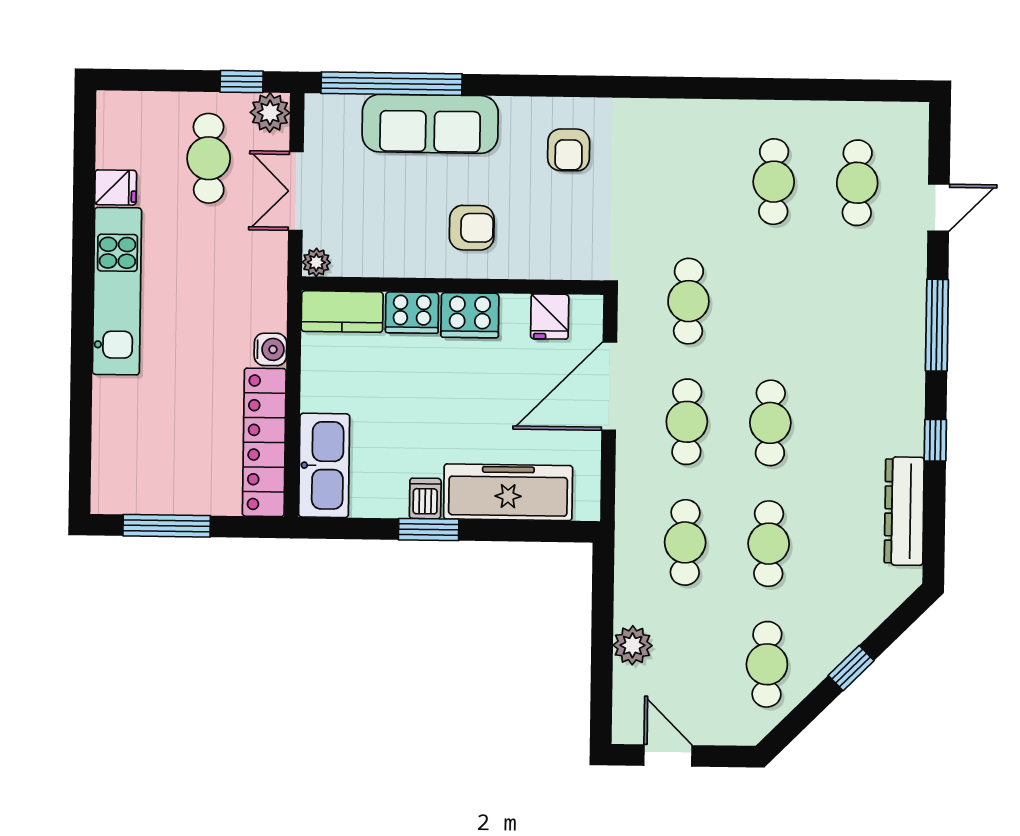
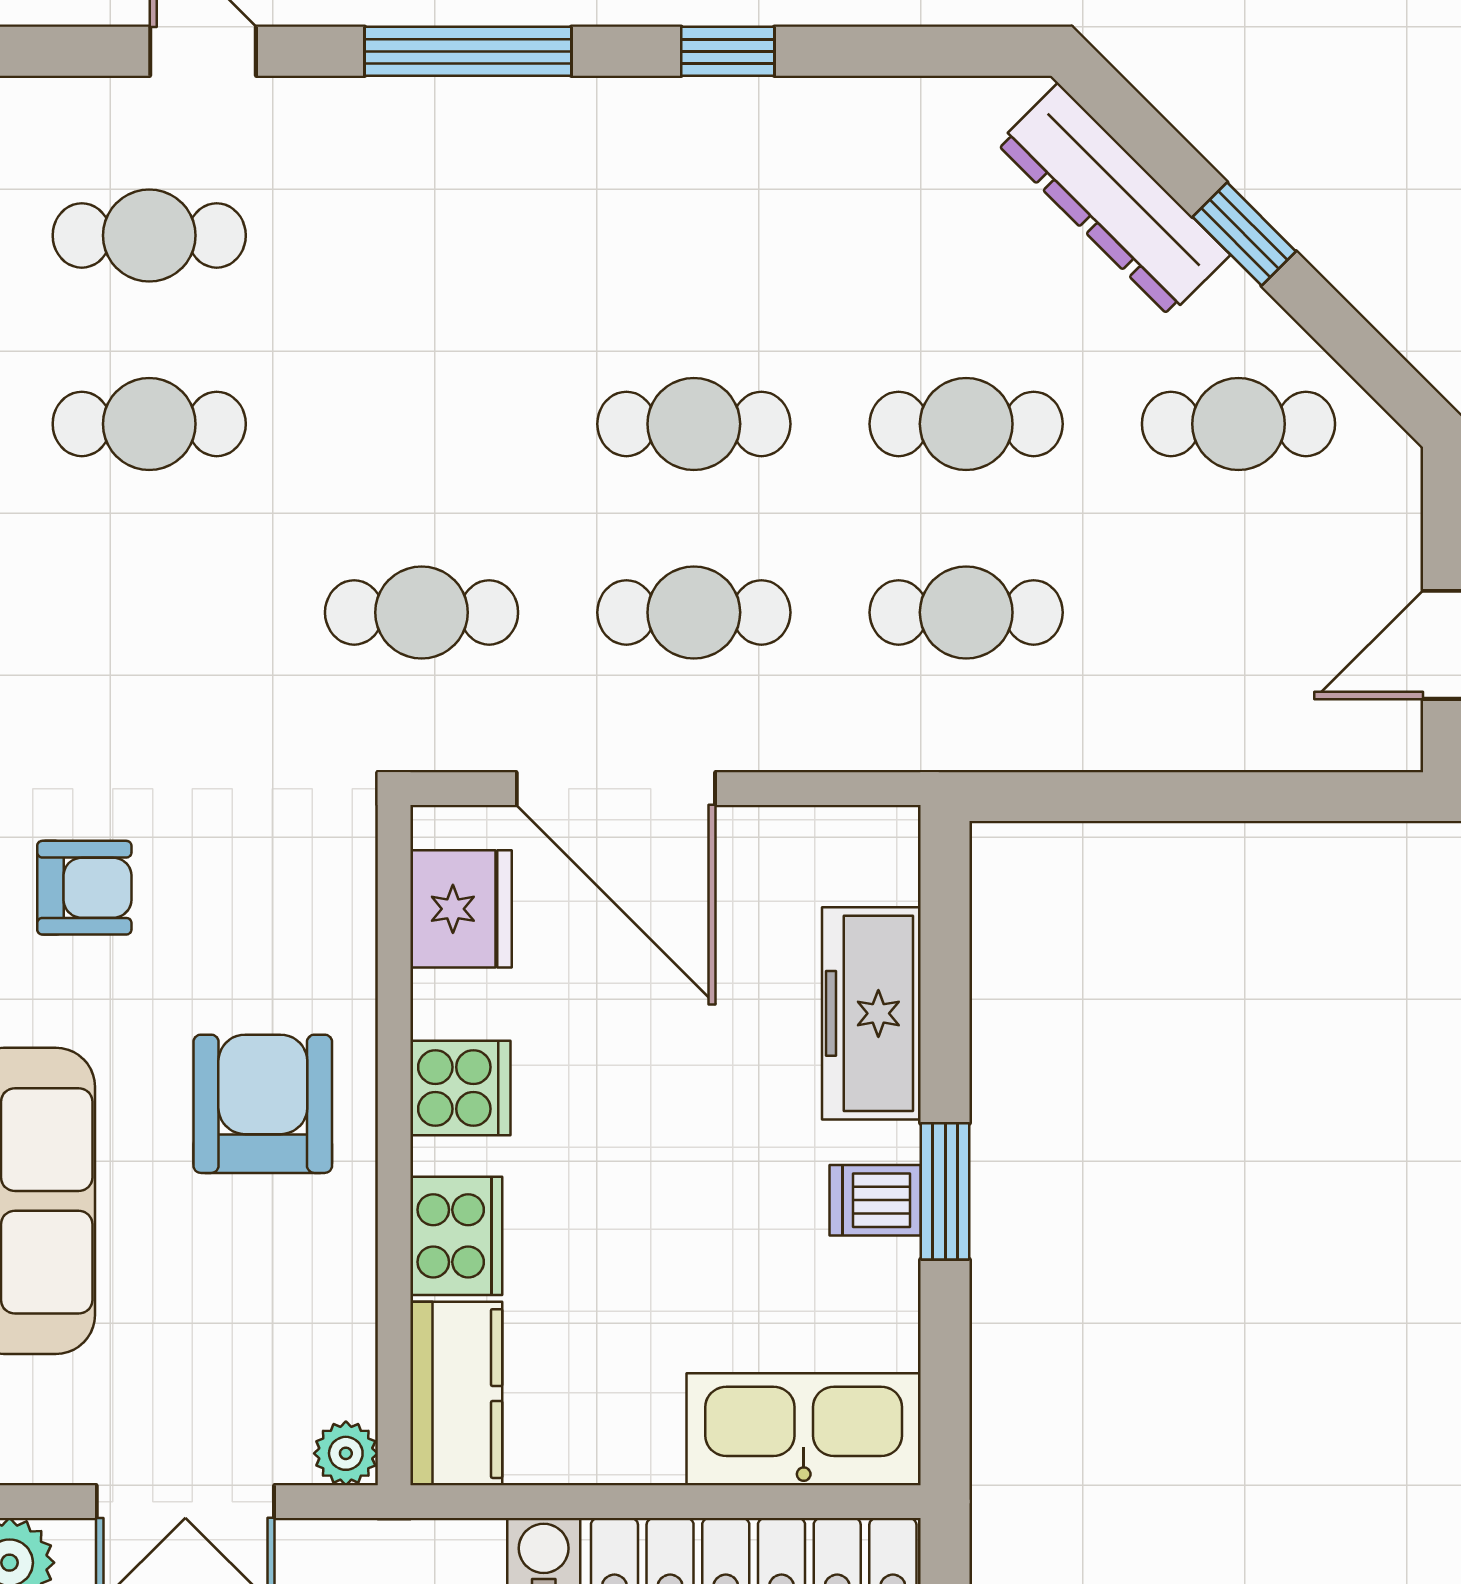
armchair: (472, 228) -> (263, 1104), width x1.38, depth x1.38
cooker: (470, 315) -> (460, 1088), width x0.73
fridge: (550, 317) -> (461, 909), width x1.38
freezer: (508, 492) -> (871, 1013), width x0.73, depth x0.79
dresser: (904, 511) -> (1114, 199), moved, turned 45
plant: (632, 645) -> (1200, 728), removed

